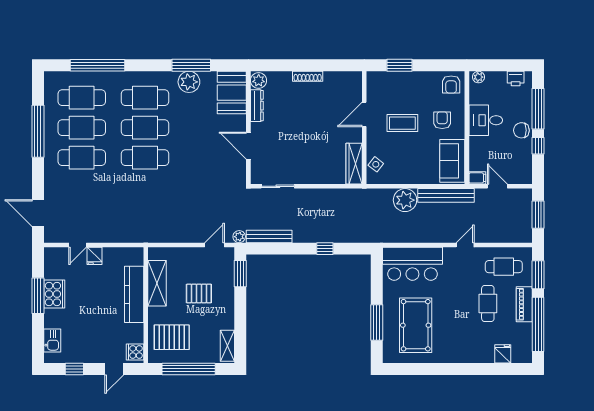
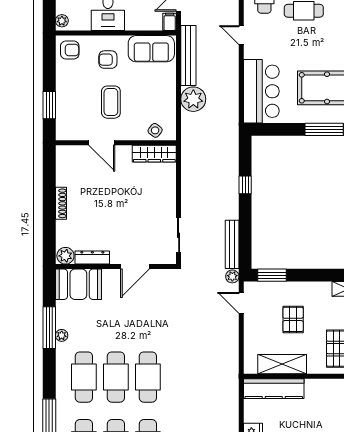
plant: (189, 82) -> (62, 335), width x0.53, depth x0.53
kitchen counter: (134, 294) -> (274, 389), moved

